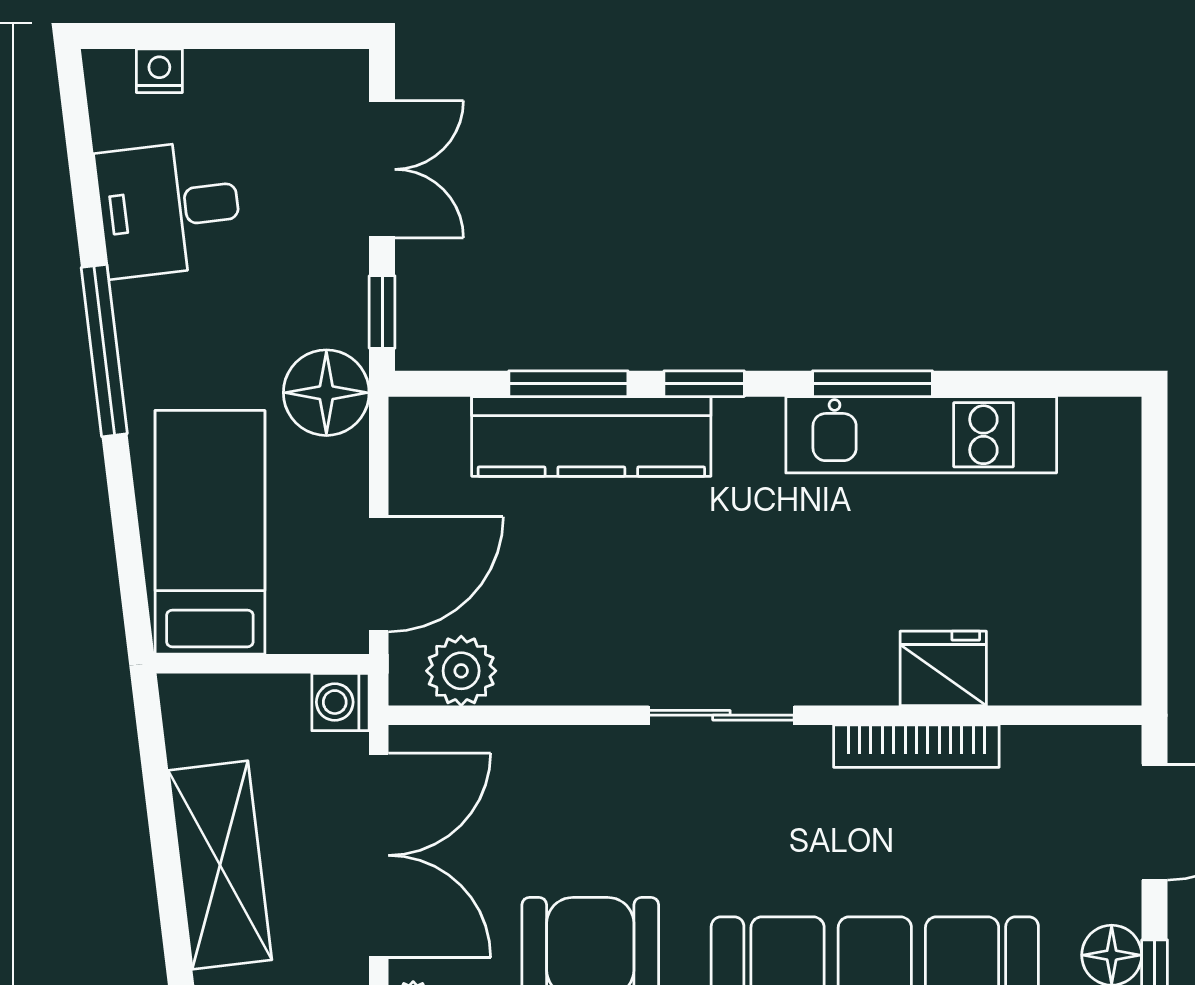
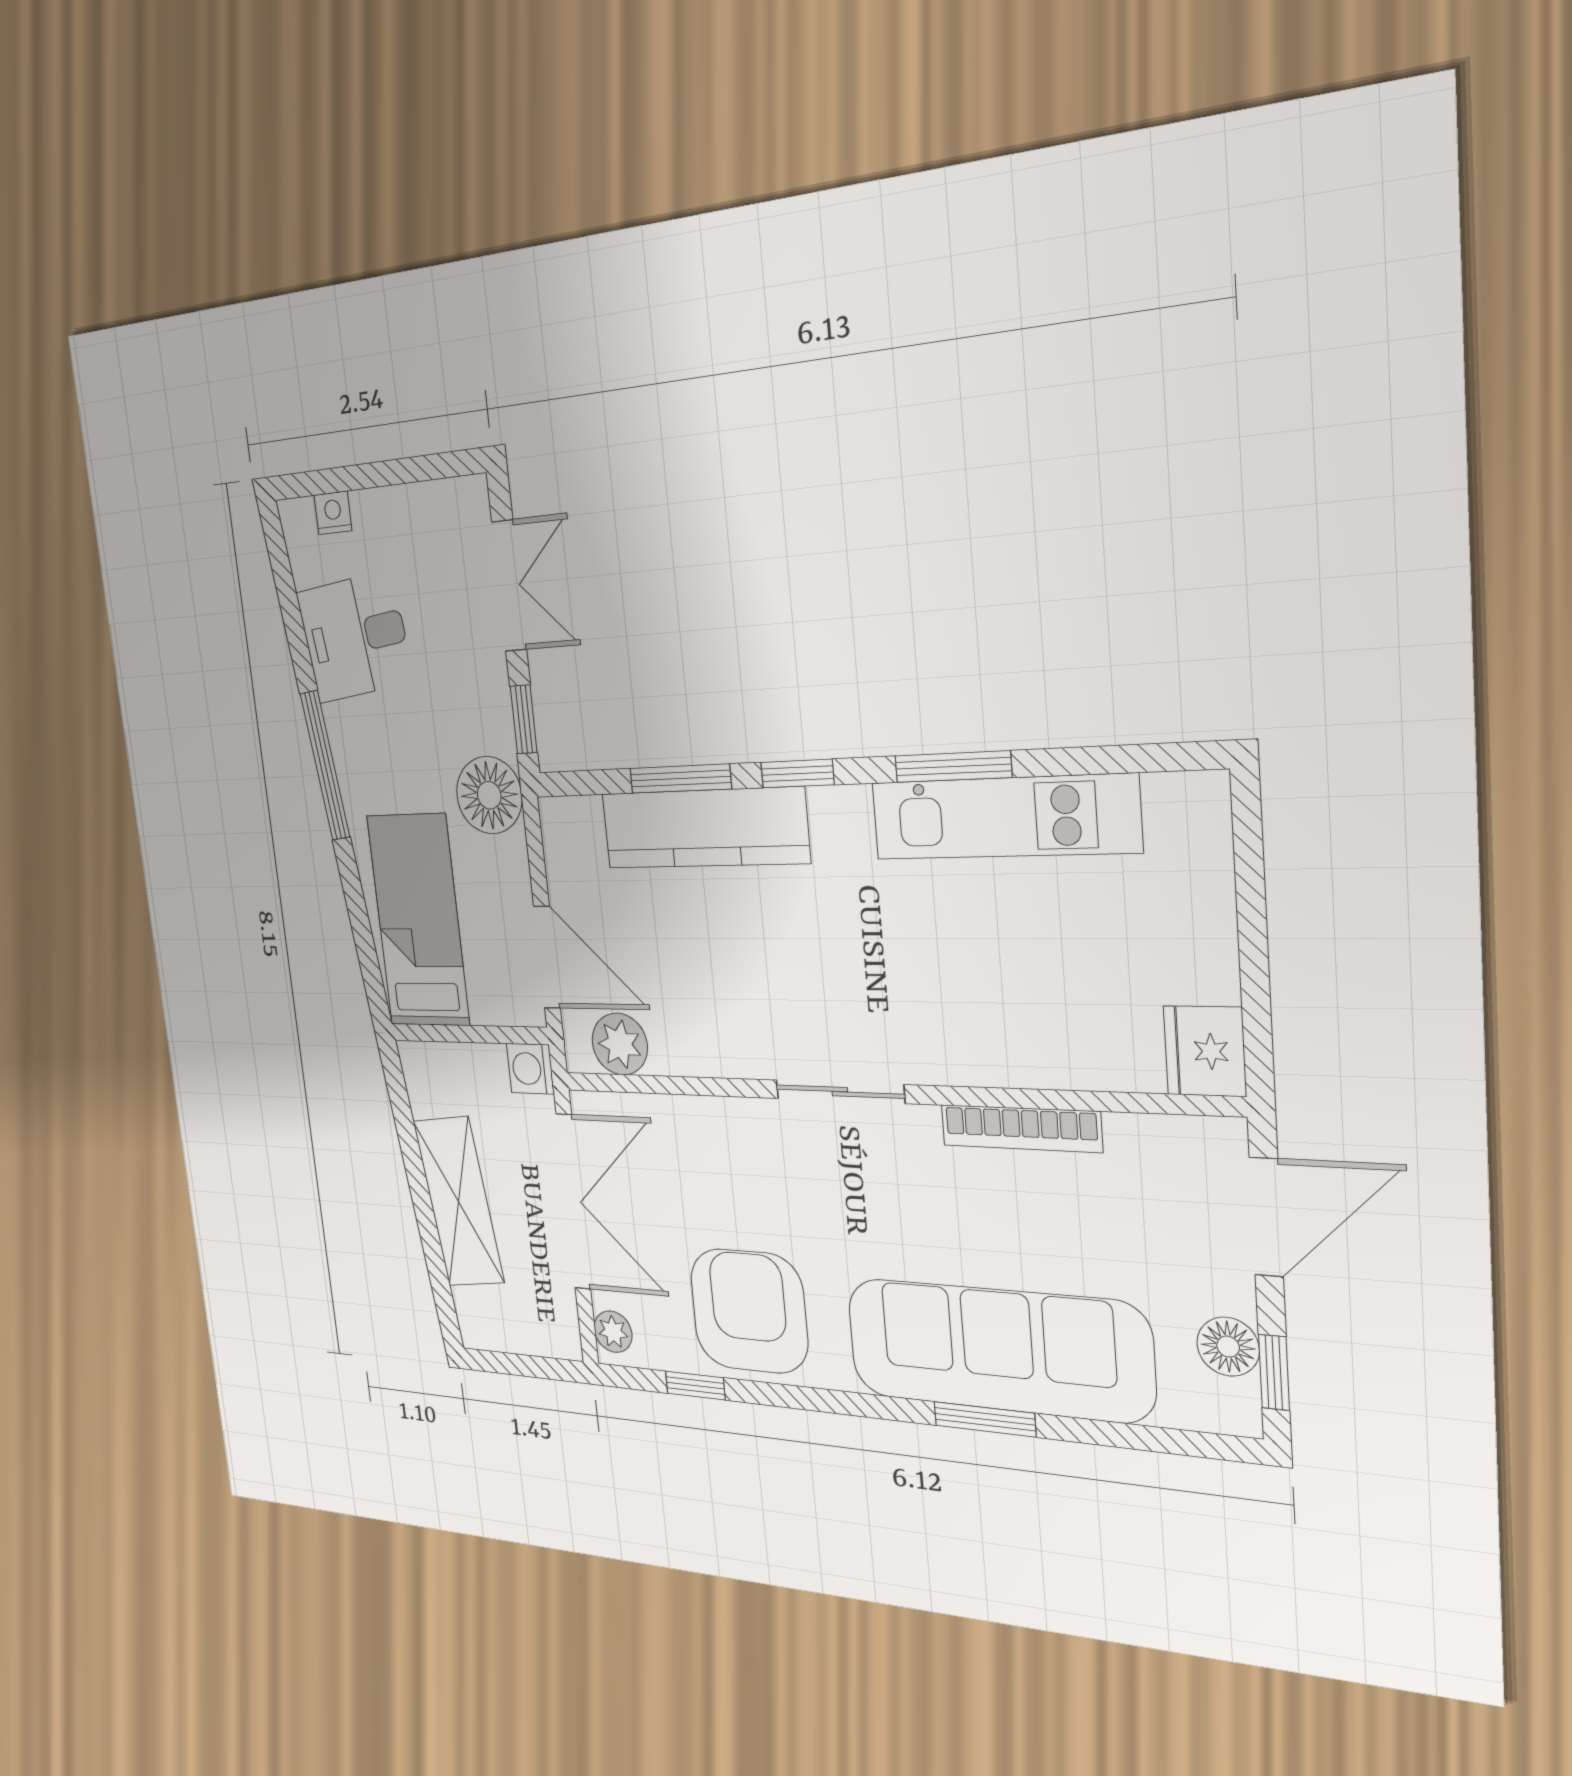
door: (379, 574) -> (547, 957), hinge flipped
fridge: (943, 668) -> (1205, 1051), moved, turned -90

